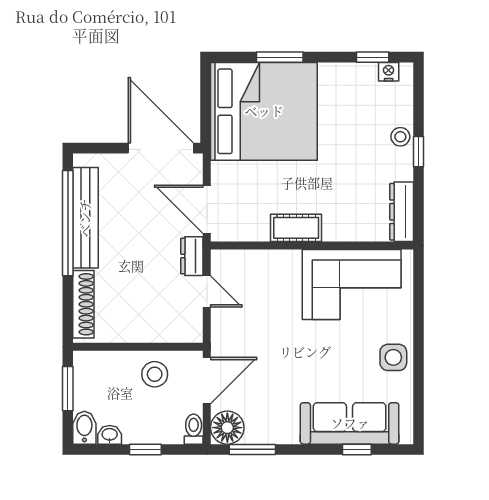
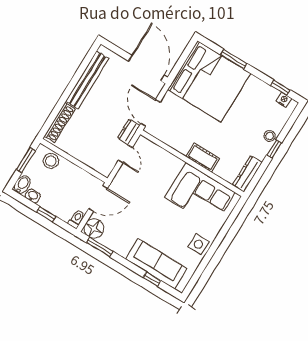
window: (68, 223) -> (77, 77), removed
cot: (296, 228) -> (203, 158), moved
stool: (155, 374) -> (51, 161), moved

